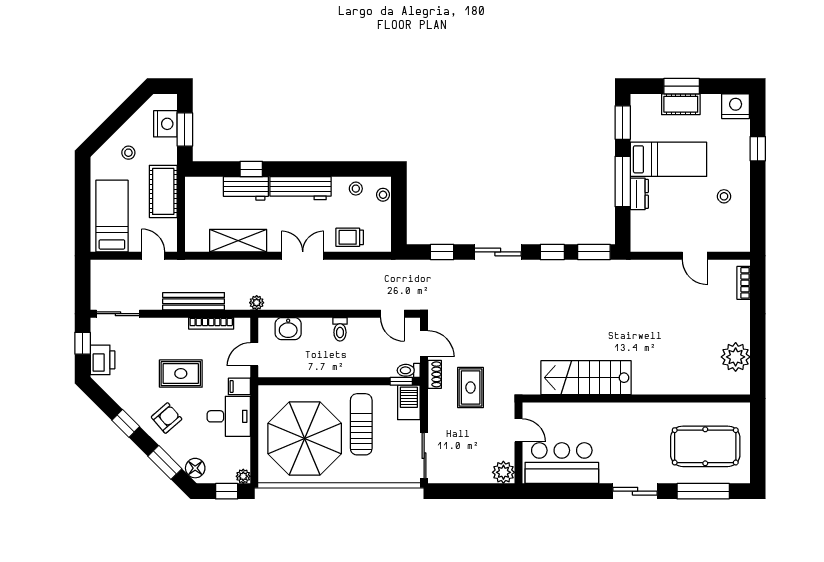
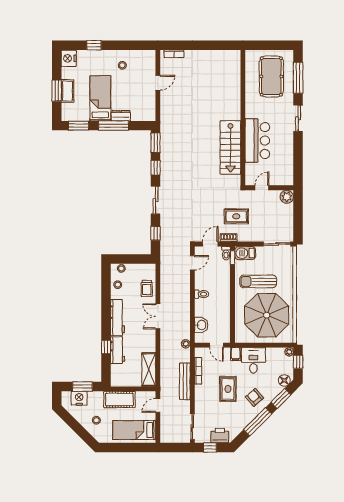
shelving: (238, 241) -> (149, 370), moved
plant: (736, 357) -> (218, 58), removed
window: (126, 423) -> (258, 422), width x2.17
bar counter: (562, 463) -> (257, 141), moved, turned 180

